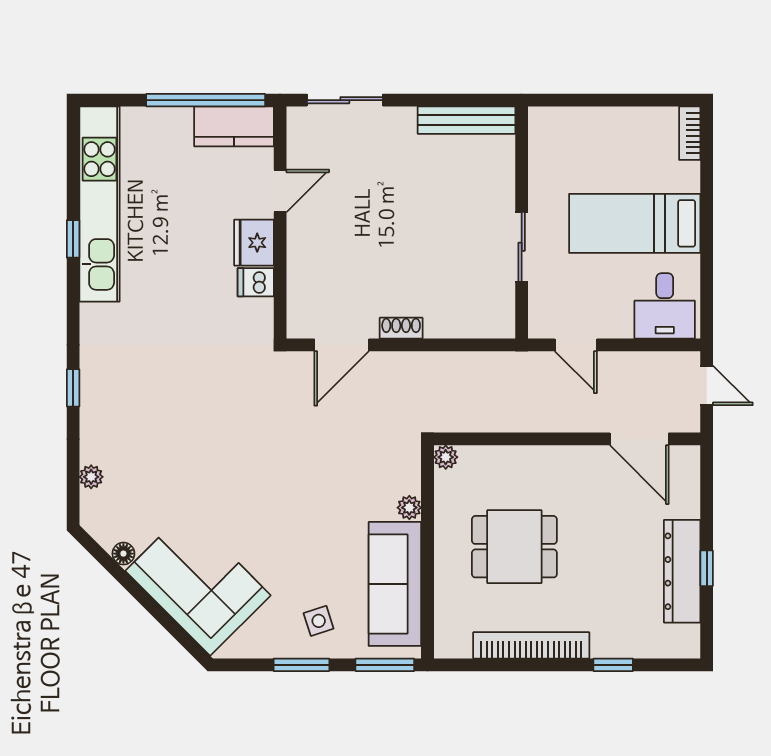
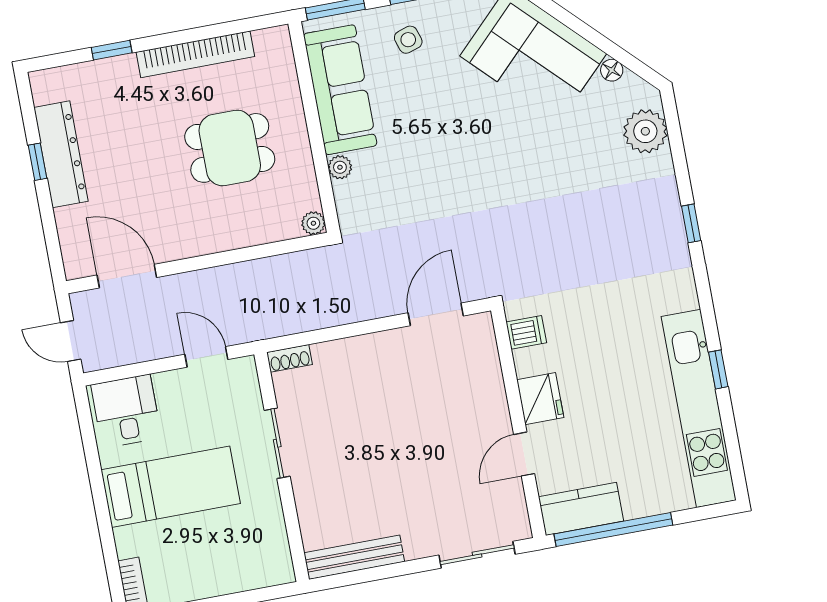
dishwasher: (256, 282) -> (526, 332), moved
shoe rack: (401, 328) -> (290, 358), moved
plant: (91, 477) -> (645, 131), width x1.88, depth x1.88

